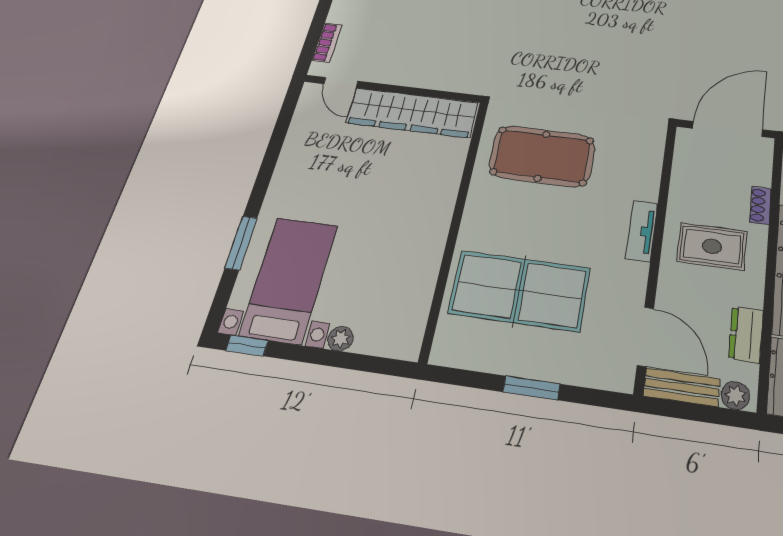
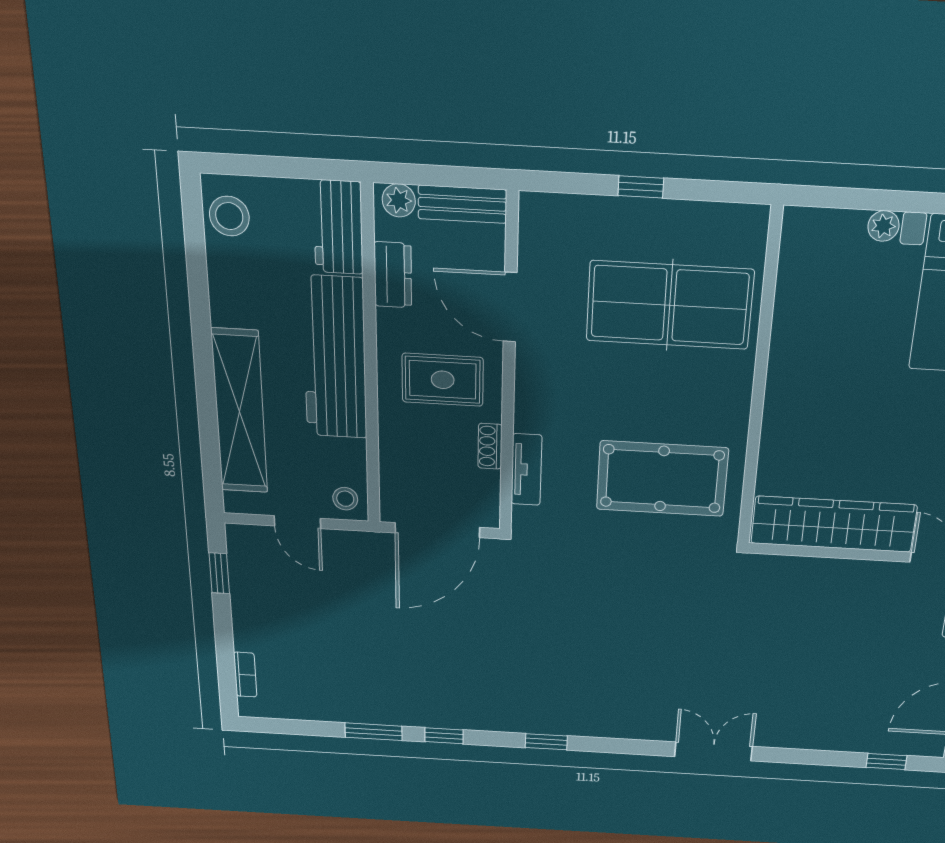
shoe rack: (760, 205) -> (490, 446), moved, turned 180
tv unit: (642, 231) -> (526, 470), moved
door: (646, 337) -> (510, 307), moved
window: (531, 388) -> (641, 187), width x0.67

